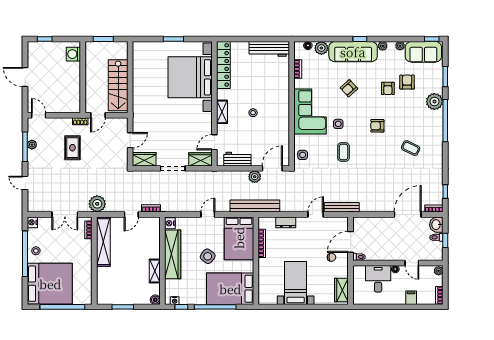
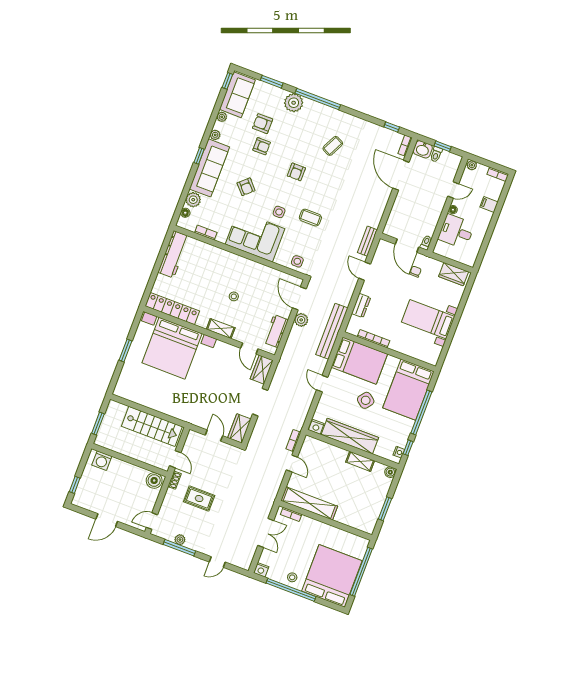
boiler: (73, 104) -> (154, 481), added
plant: (97, 204) -> (267, 495), removed
bench: (342, 207) -> (367, 241), width x0.73

